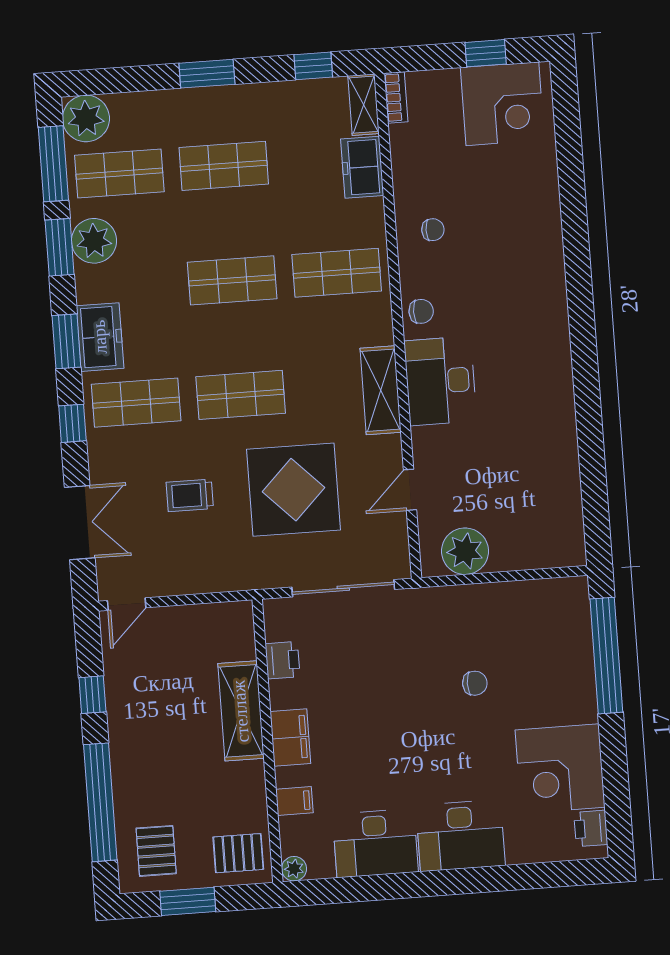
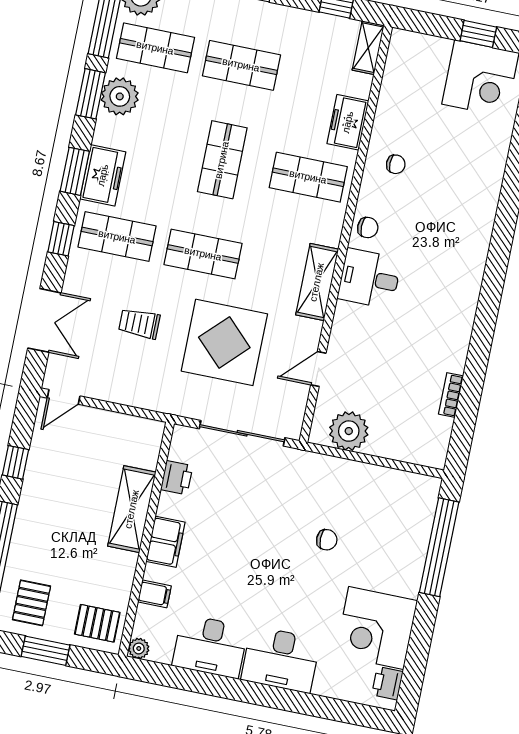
bookcase: (396, 97) -> (451, 395), moved, turned 180
freezer: (362, 167) -> (348, 122), moved
shop shelf: (232, 280) -> (222, 160), turned 90
desk: (440, 381) -> (369, 279), width x0.73

